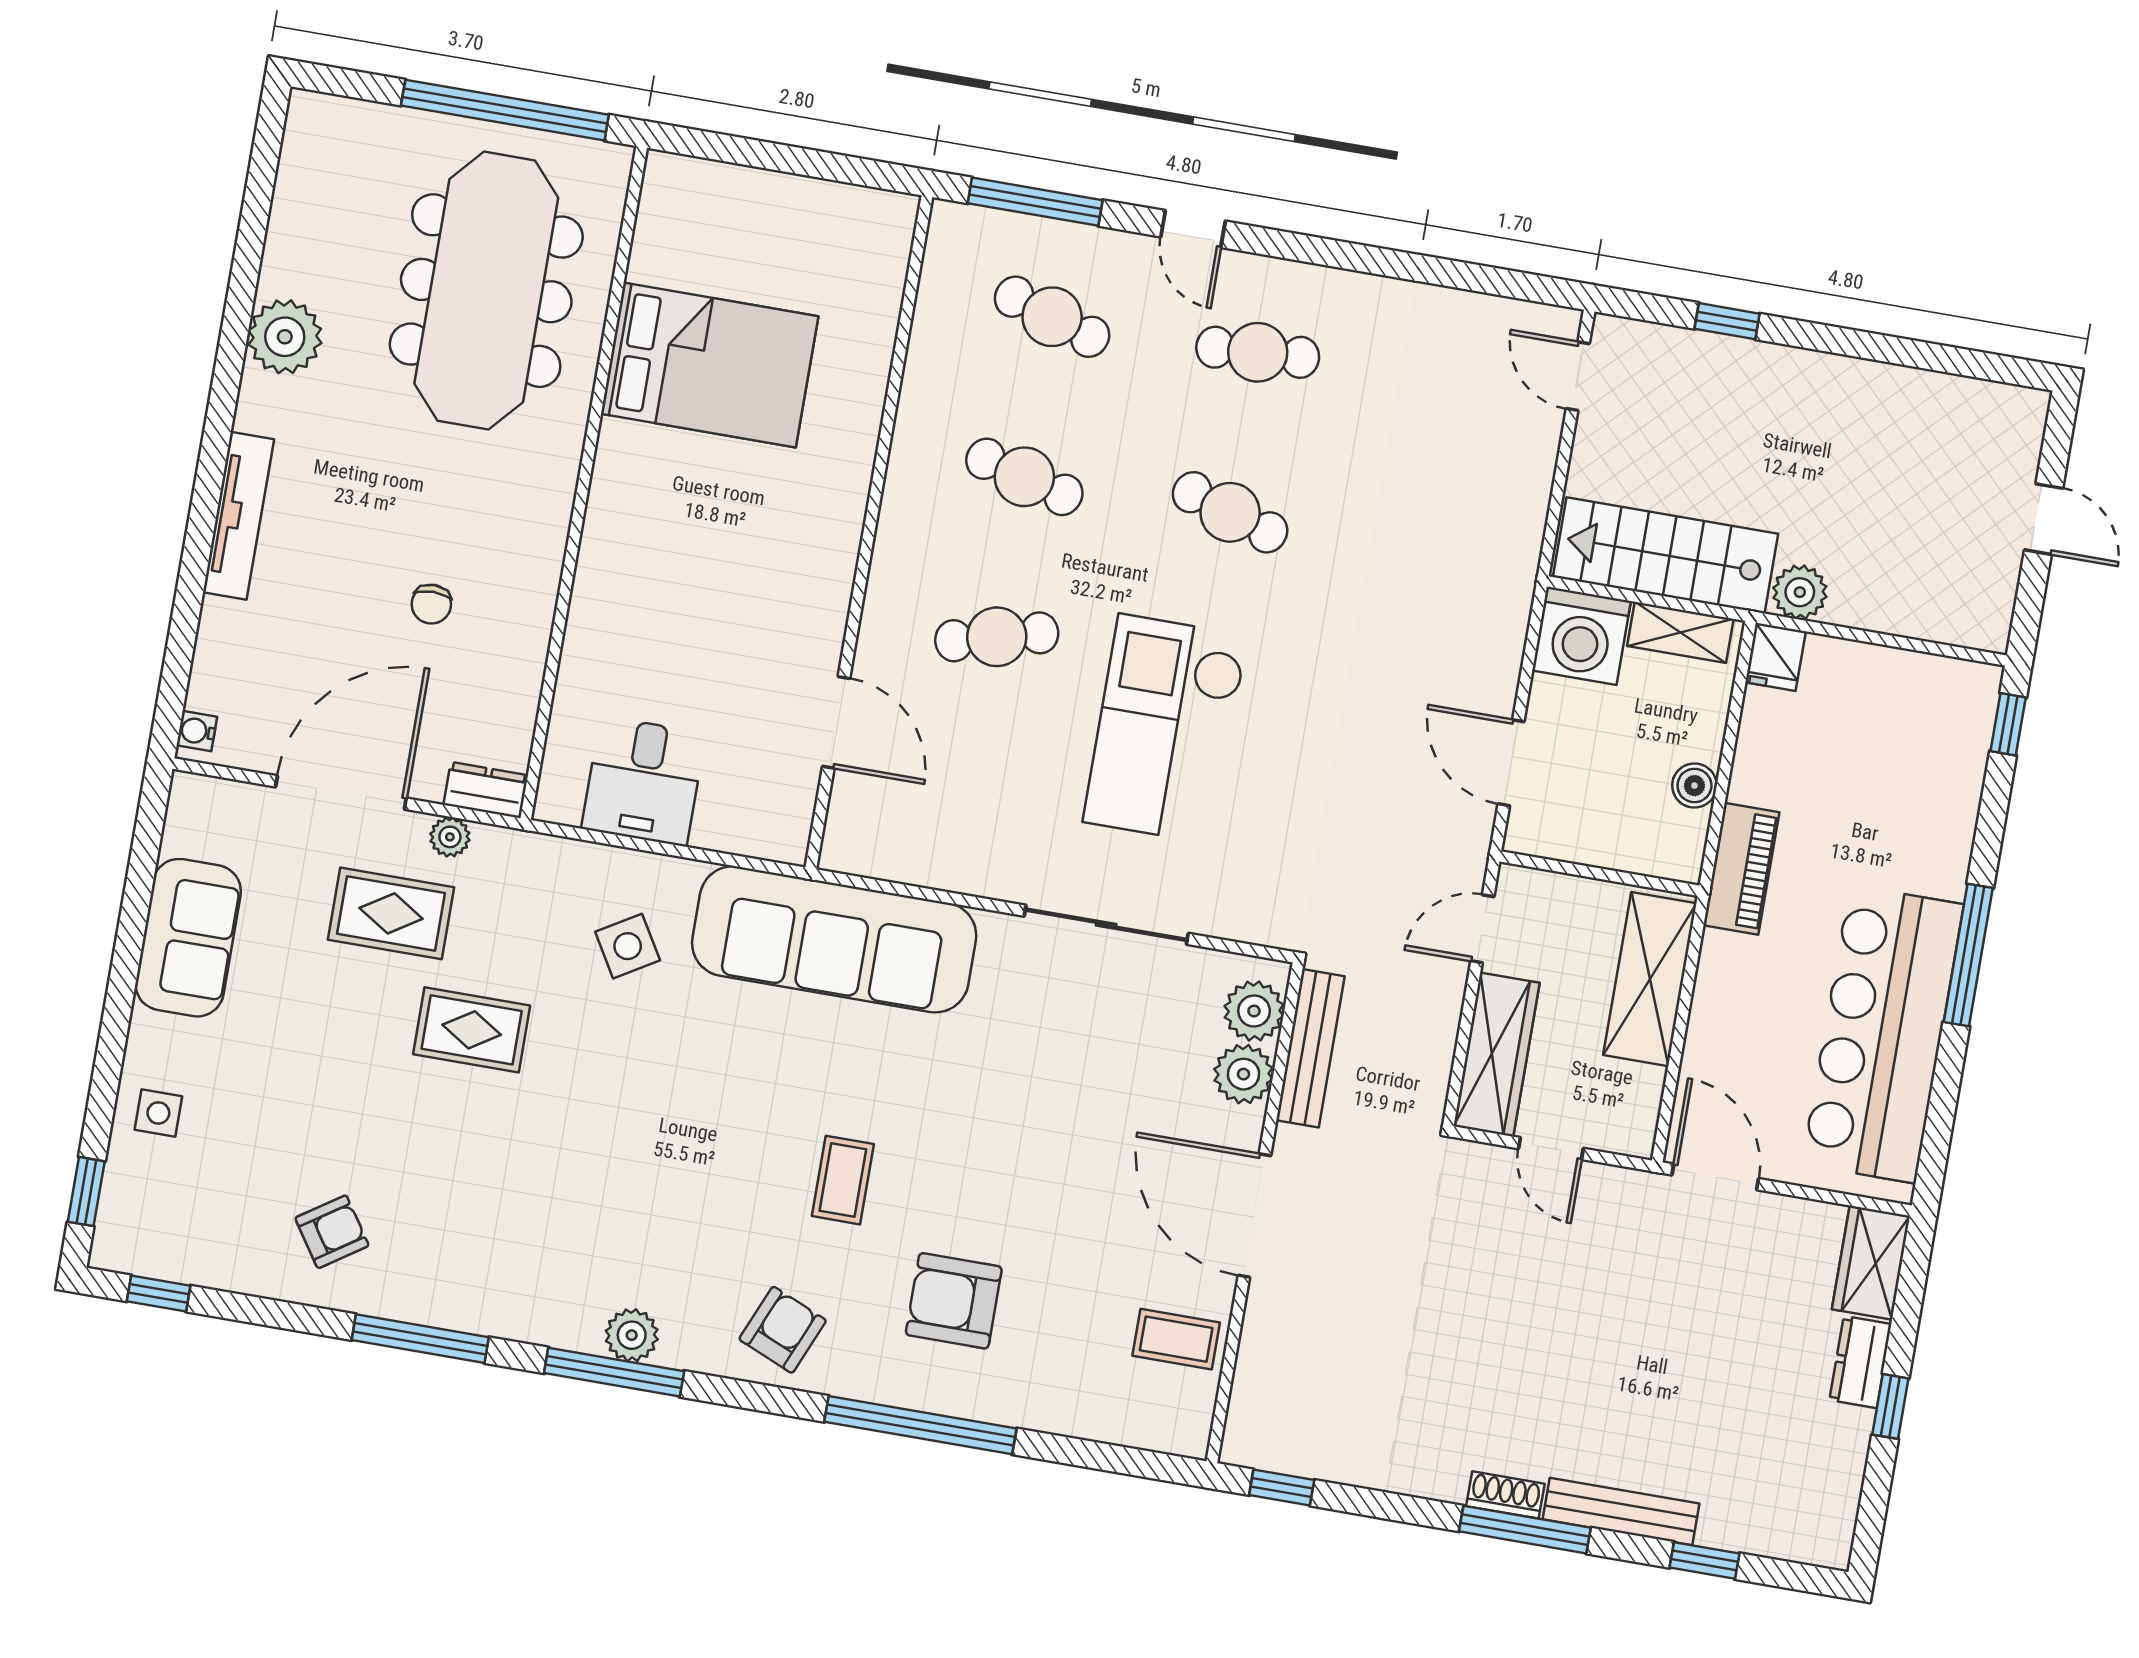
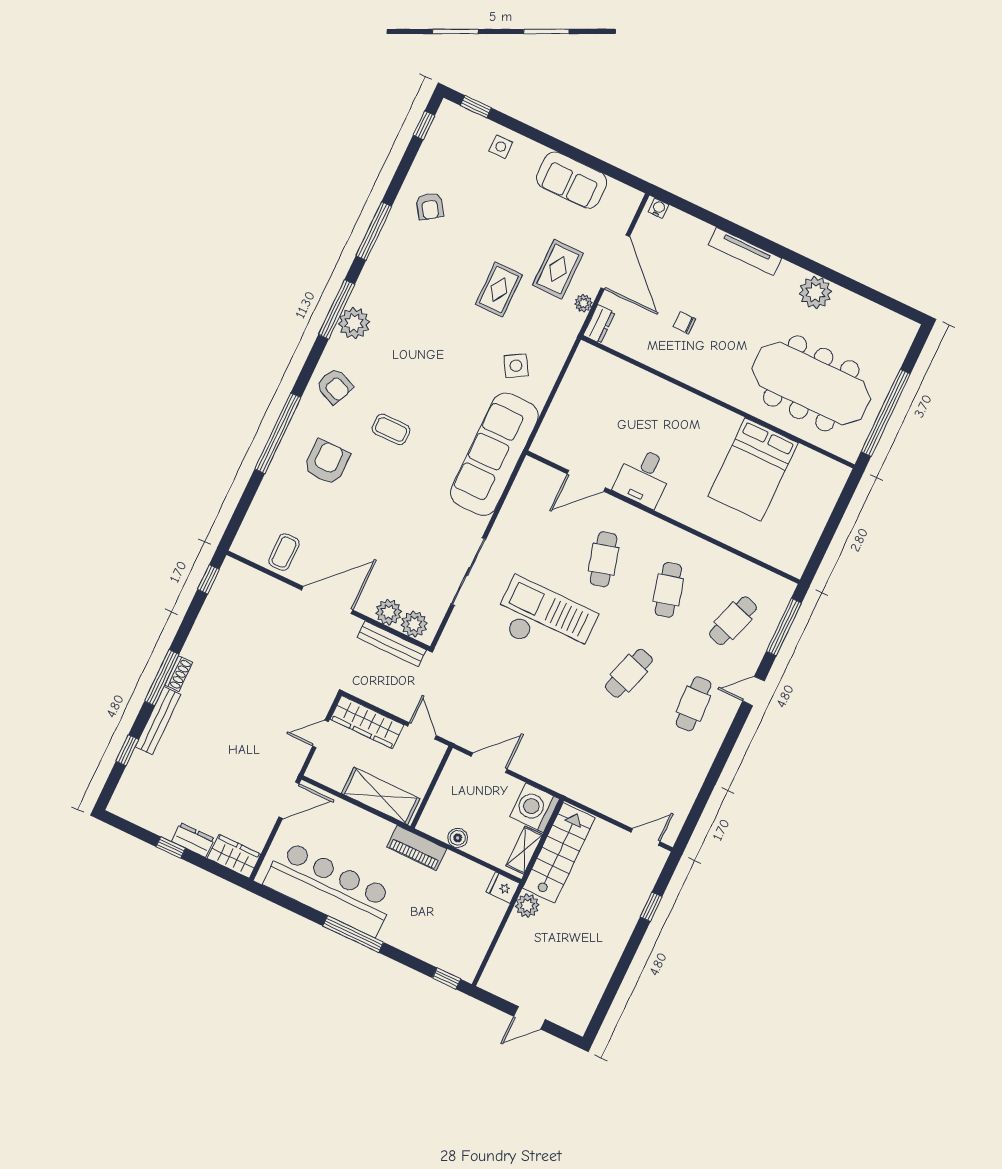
cafe table: (1024, 477) -> (668, 590), turned -30
desk: (643, 781) -> (643, 477), moved, turned -90
plant: (632, 1335) -> (354, 323), width x1.36, depth x1.36

